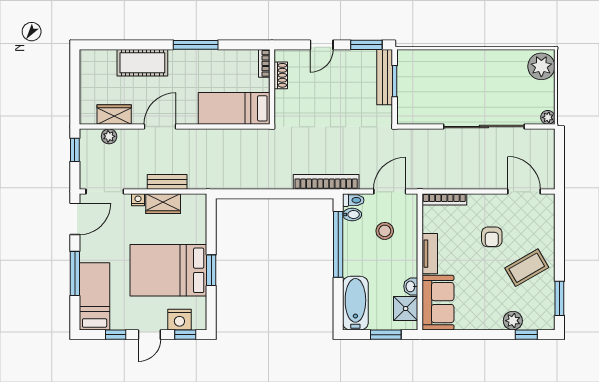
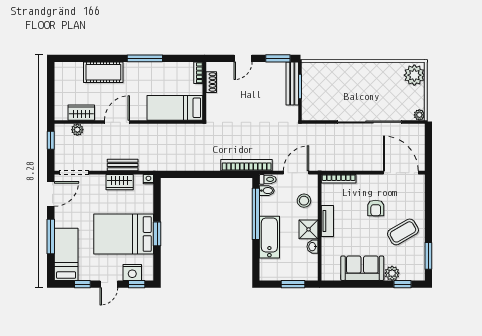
door: (524, 192) -> (401, 173), width x1.36
nightstand: (138, 200) -> (148, 179), moved
stool: (385, 231) -> (304, 201), moved
bathtub: (355, 303) -> (269, 237), moved
sofa: (438, 303) -> (362, 268), moved, turned -90
shower: (406, 309) -> (309, 229), moved

